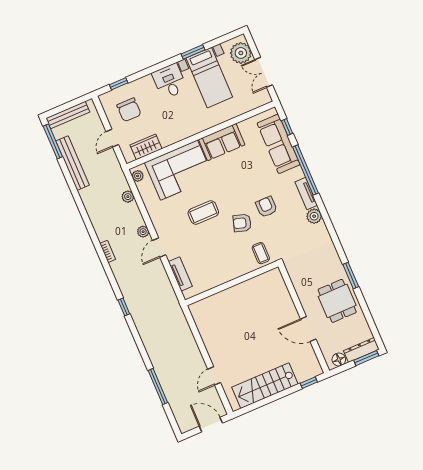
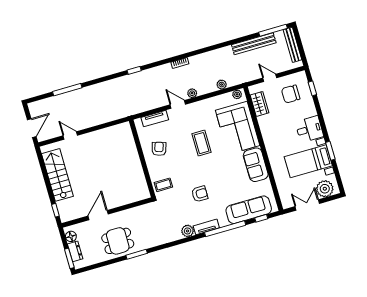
armchair: (242, 223) -> (159, 149), moved
dresser: (361, 350) -> (75, 251), width x0.70

